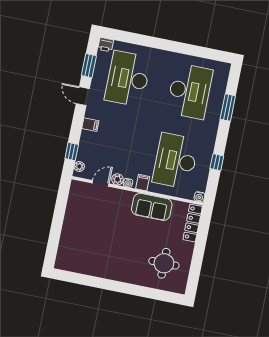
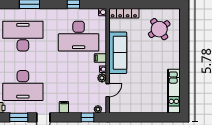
door: (101, 183) -> (108, 90), swing flipped
sofa: (152, 207) -> (118, 53), width x1.36
round table: (164, 263) -> (159, 29), turned -35
kitchen unit: (83, 266) -> (174, 91), added

